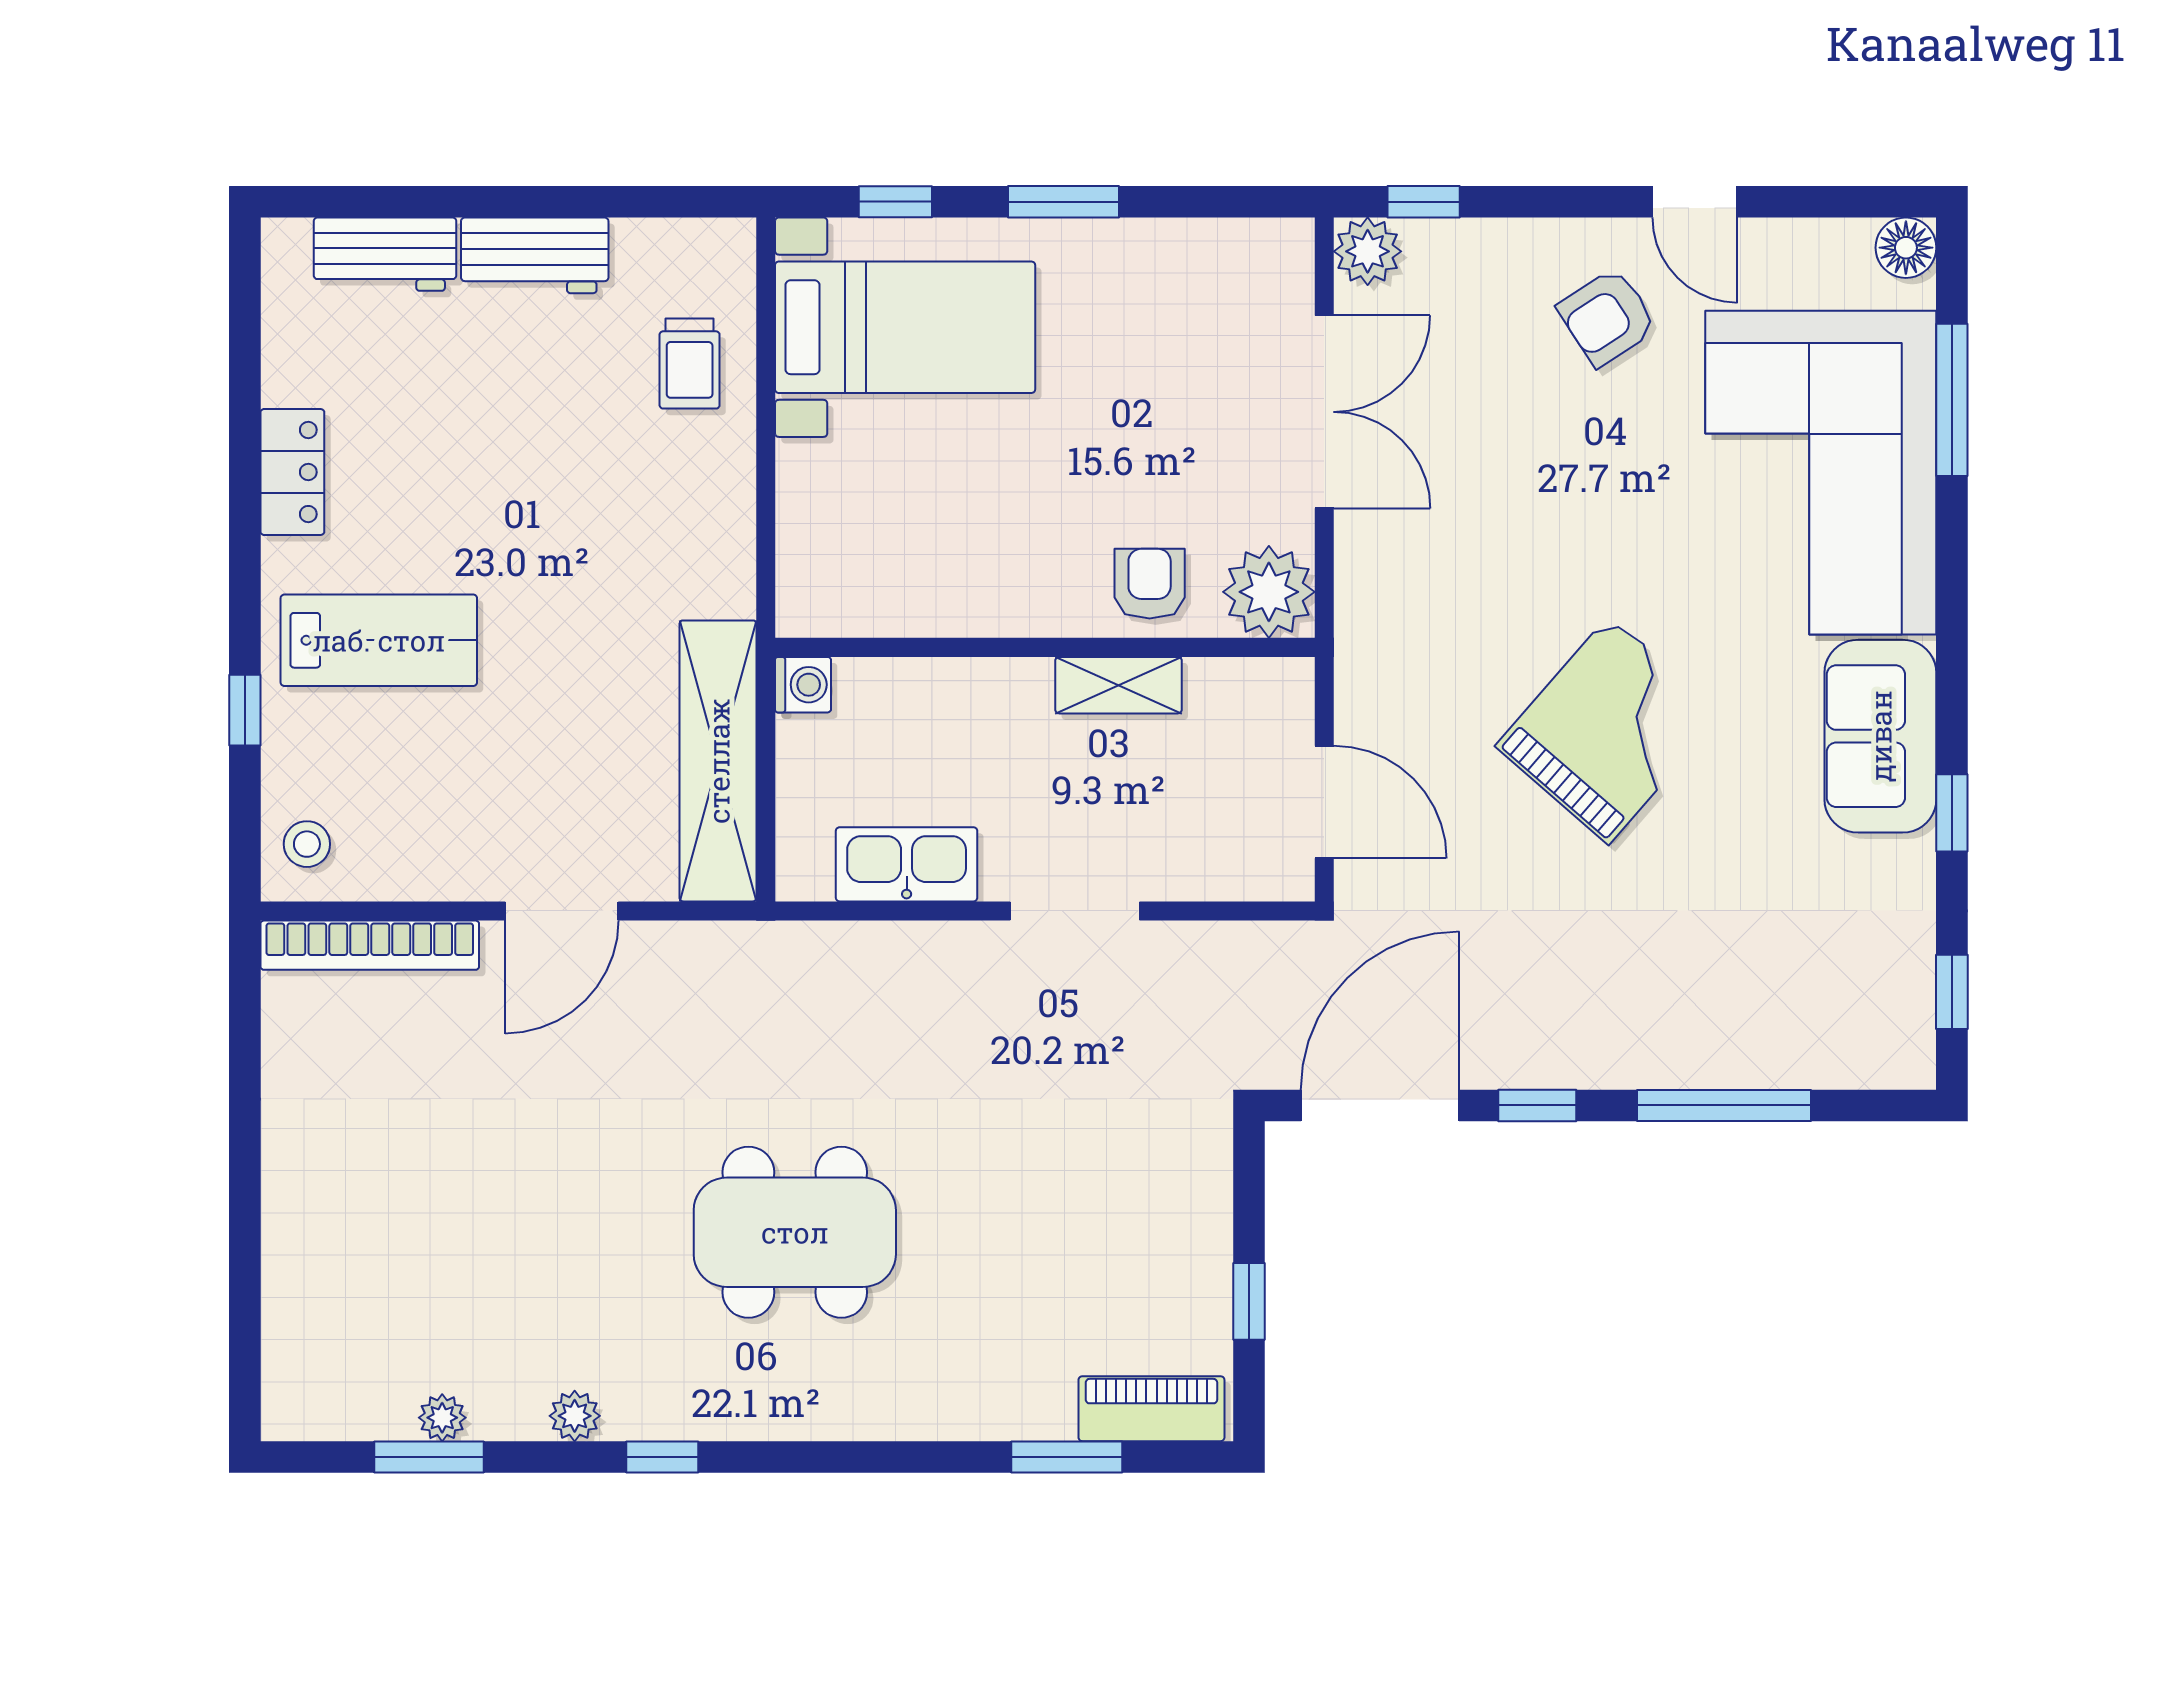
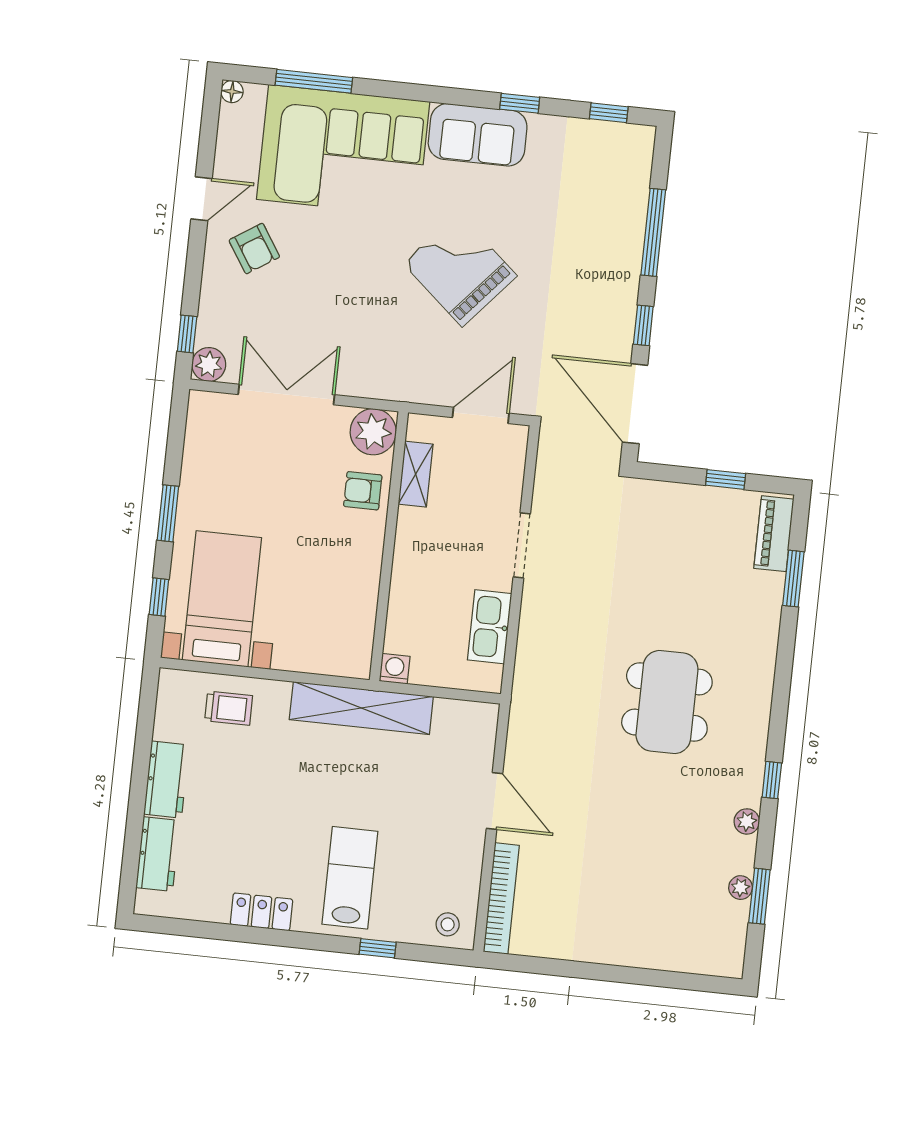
floor lamp: (1906, 248) -> (232, 92), width x0.73, depth x0.73
shelving: (1118, 685) -> (416, 474), moved
shelving: (718, 761) -> (361, 708), moved

